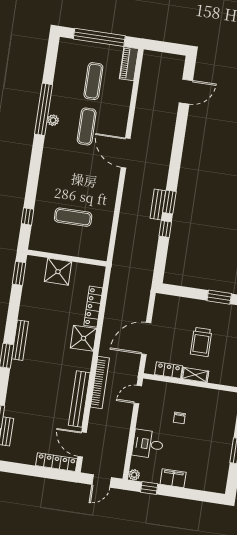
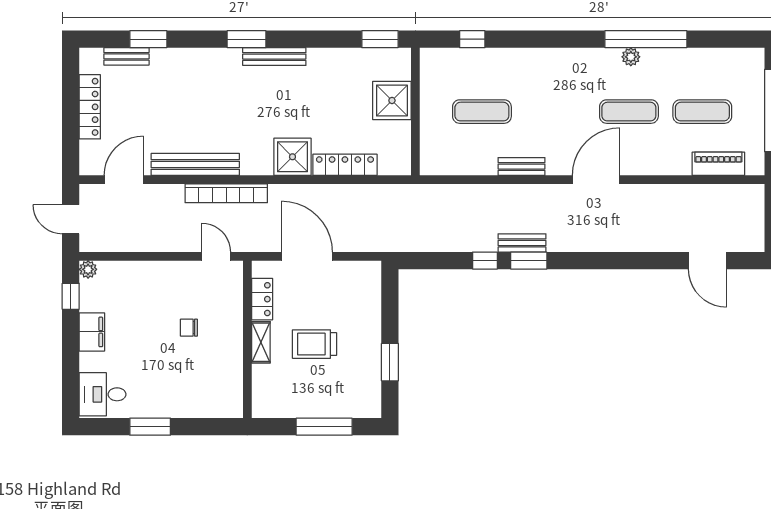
piano: (129, 64) -> (718, 164), moved
bench: (111, 198) -> (522, 167), added
exercise mat: (73, 217) -> (482, 112), turned 90
desk: (148, 444) -> (103, 394), moved, turned -90
locker: (56, 462) -> (90, 107), moved

